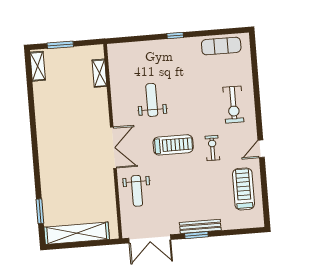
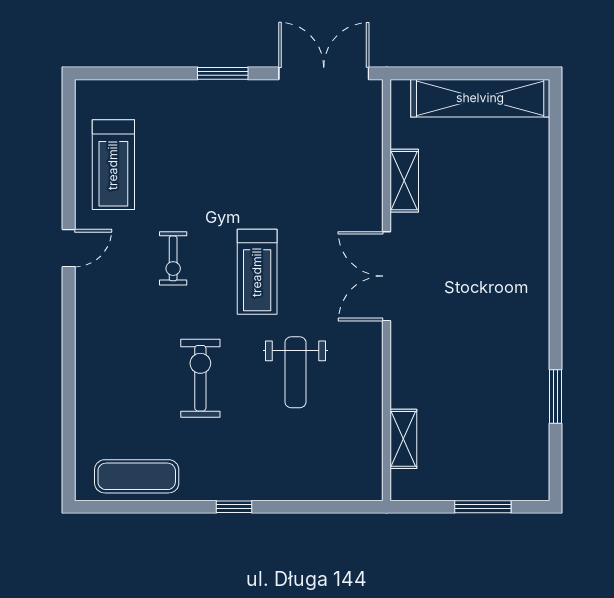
shelving: (38, 66) -> (404, 181), moved
exercise bike: (233, 105) -> (200, 378), moved
treadmill: (173, 145) -> (257, 272), turned -90
weight bench: (137, 191) -> (343, 179), removed
window: (40, 211) -> (555, 396), moved
bench: (200, 226) -> (213, 92), removed

